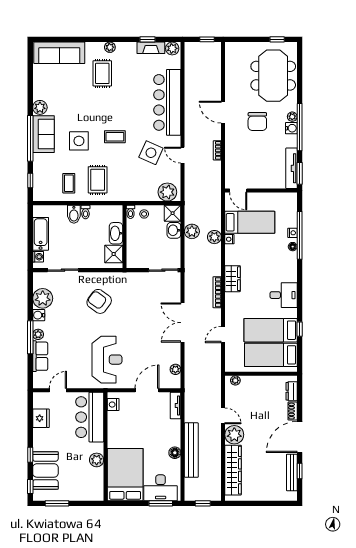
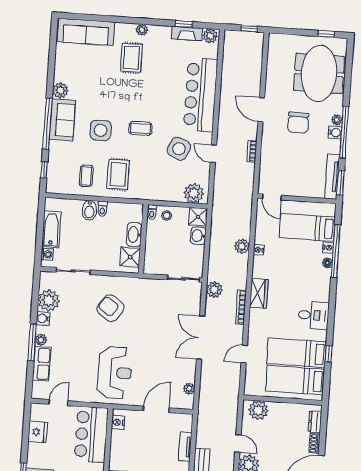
bed: (250, 222) -> (307, 227), moved, turned 180
plant: (192, 231) -> (214, 290), moved
plant: (235, 380) -> (258, 410), width x1.88, depth x1.88
tv unit: (176, 406) -> (185, 447), moved

